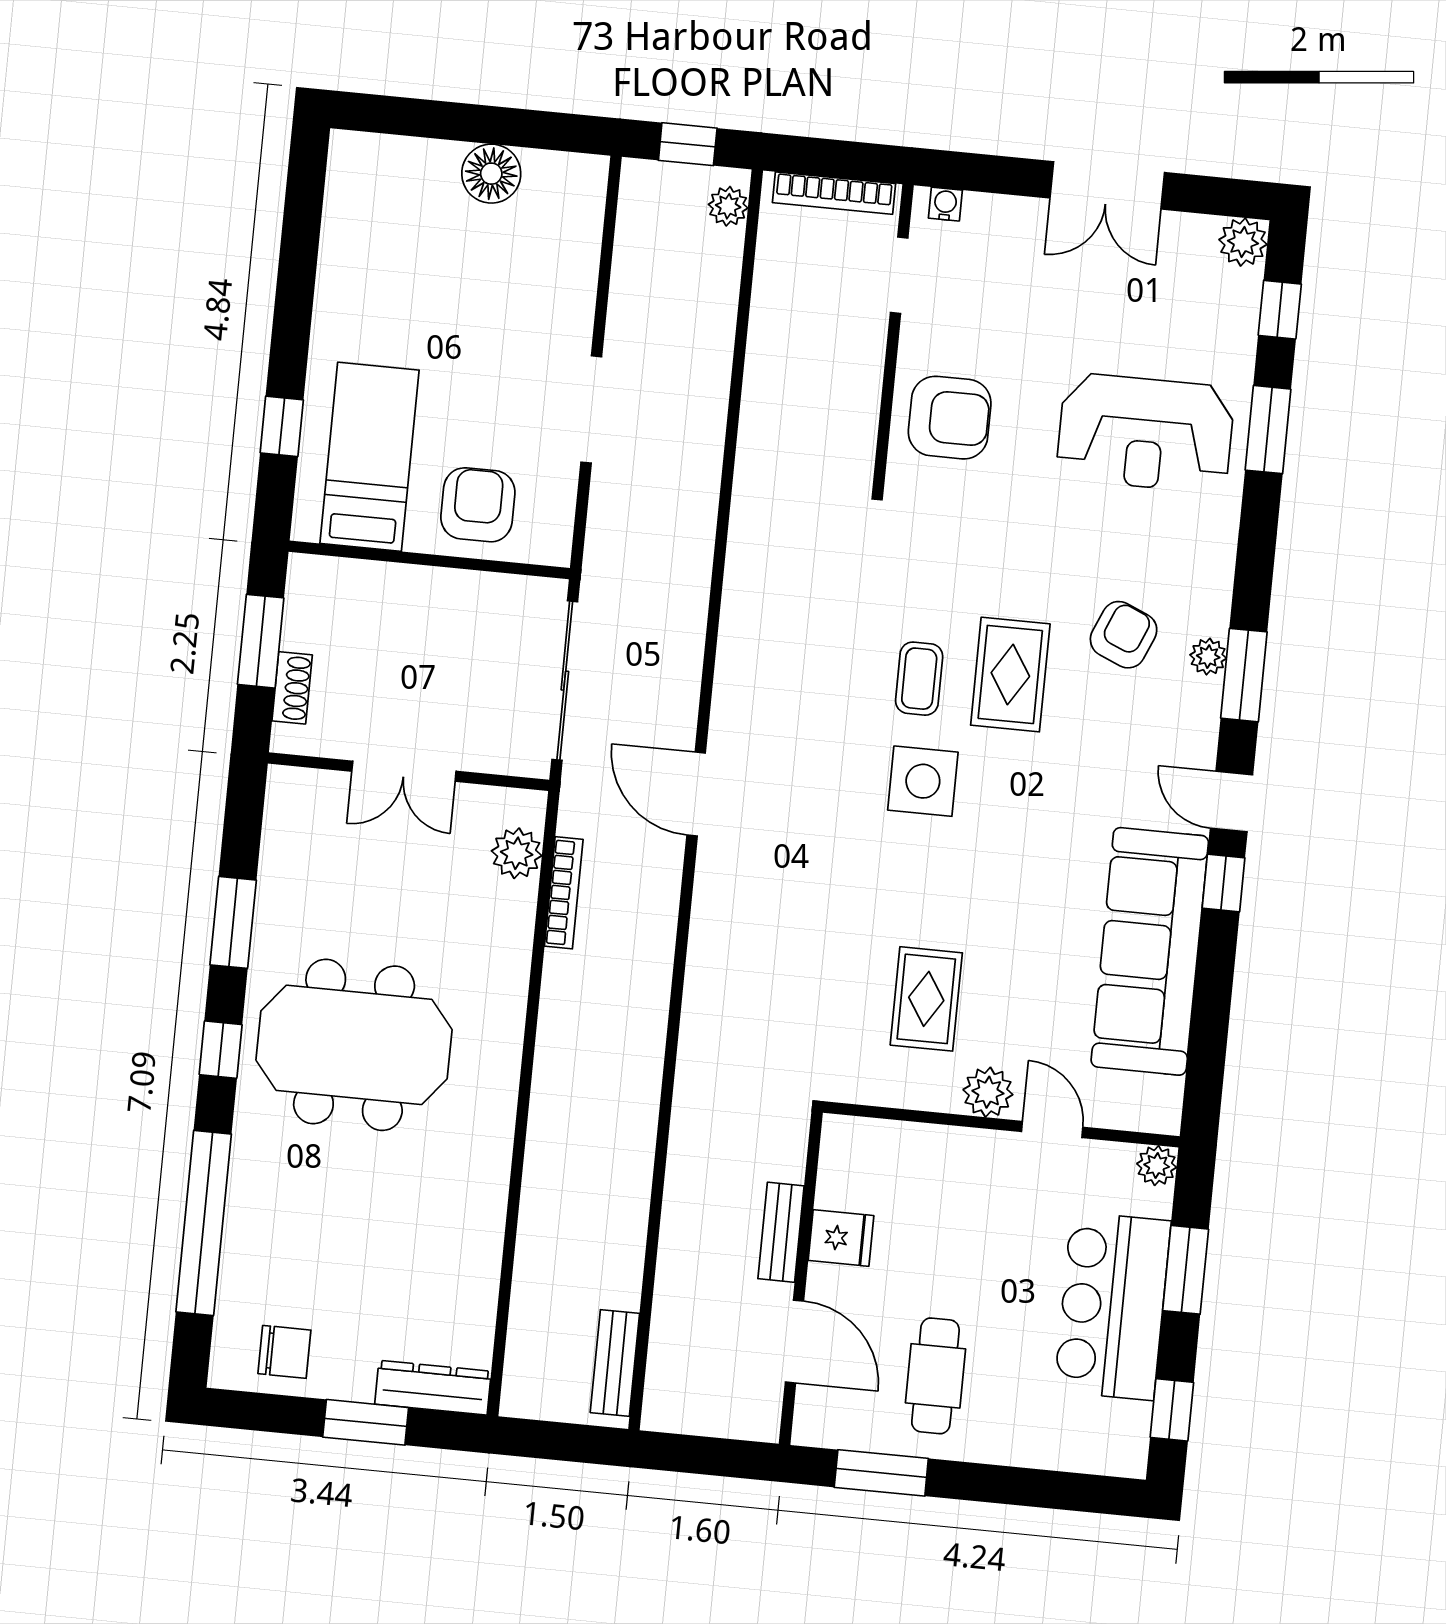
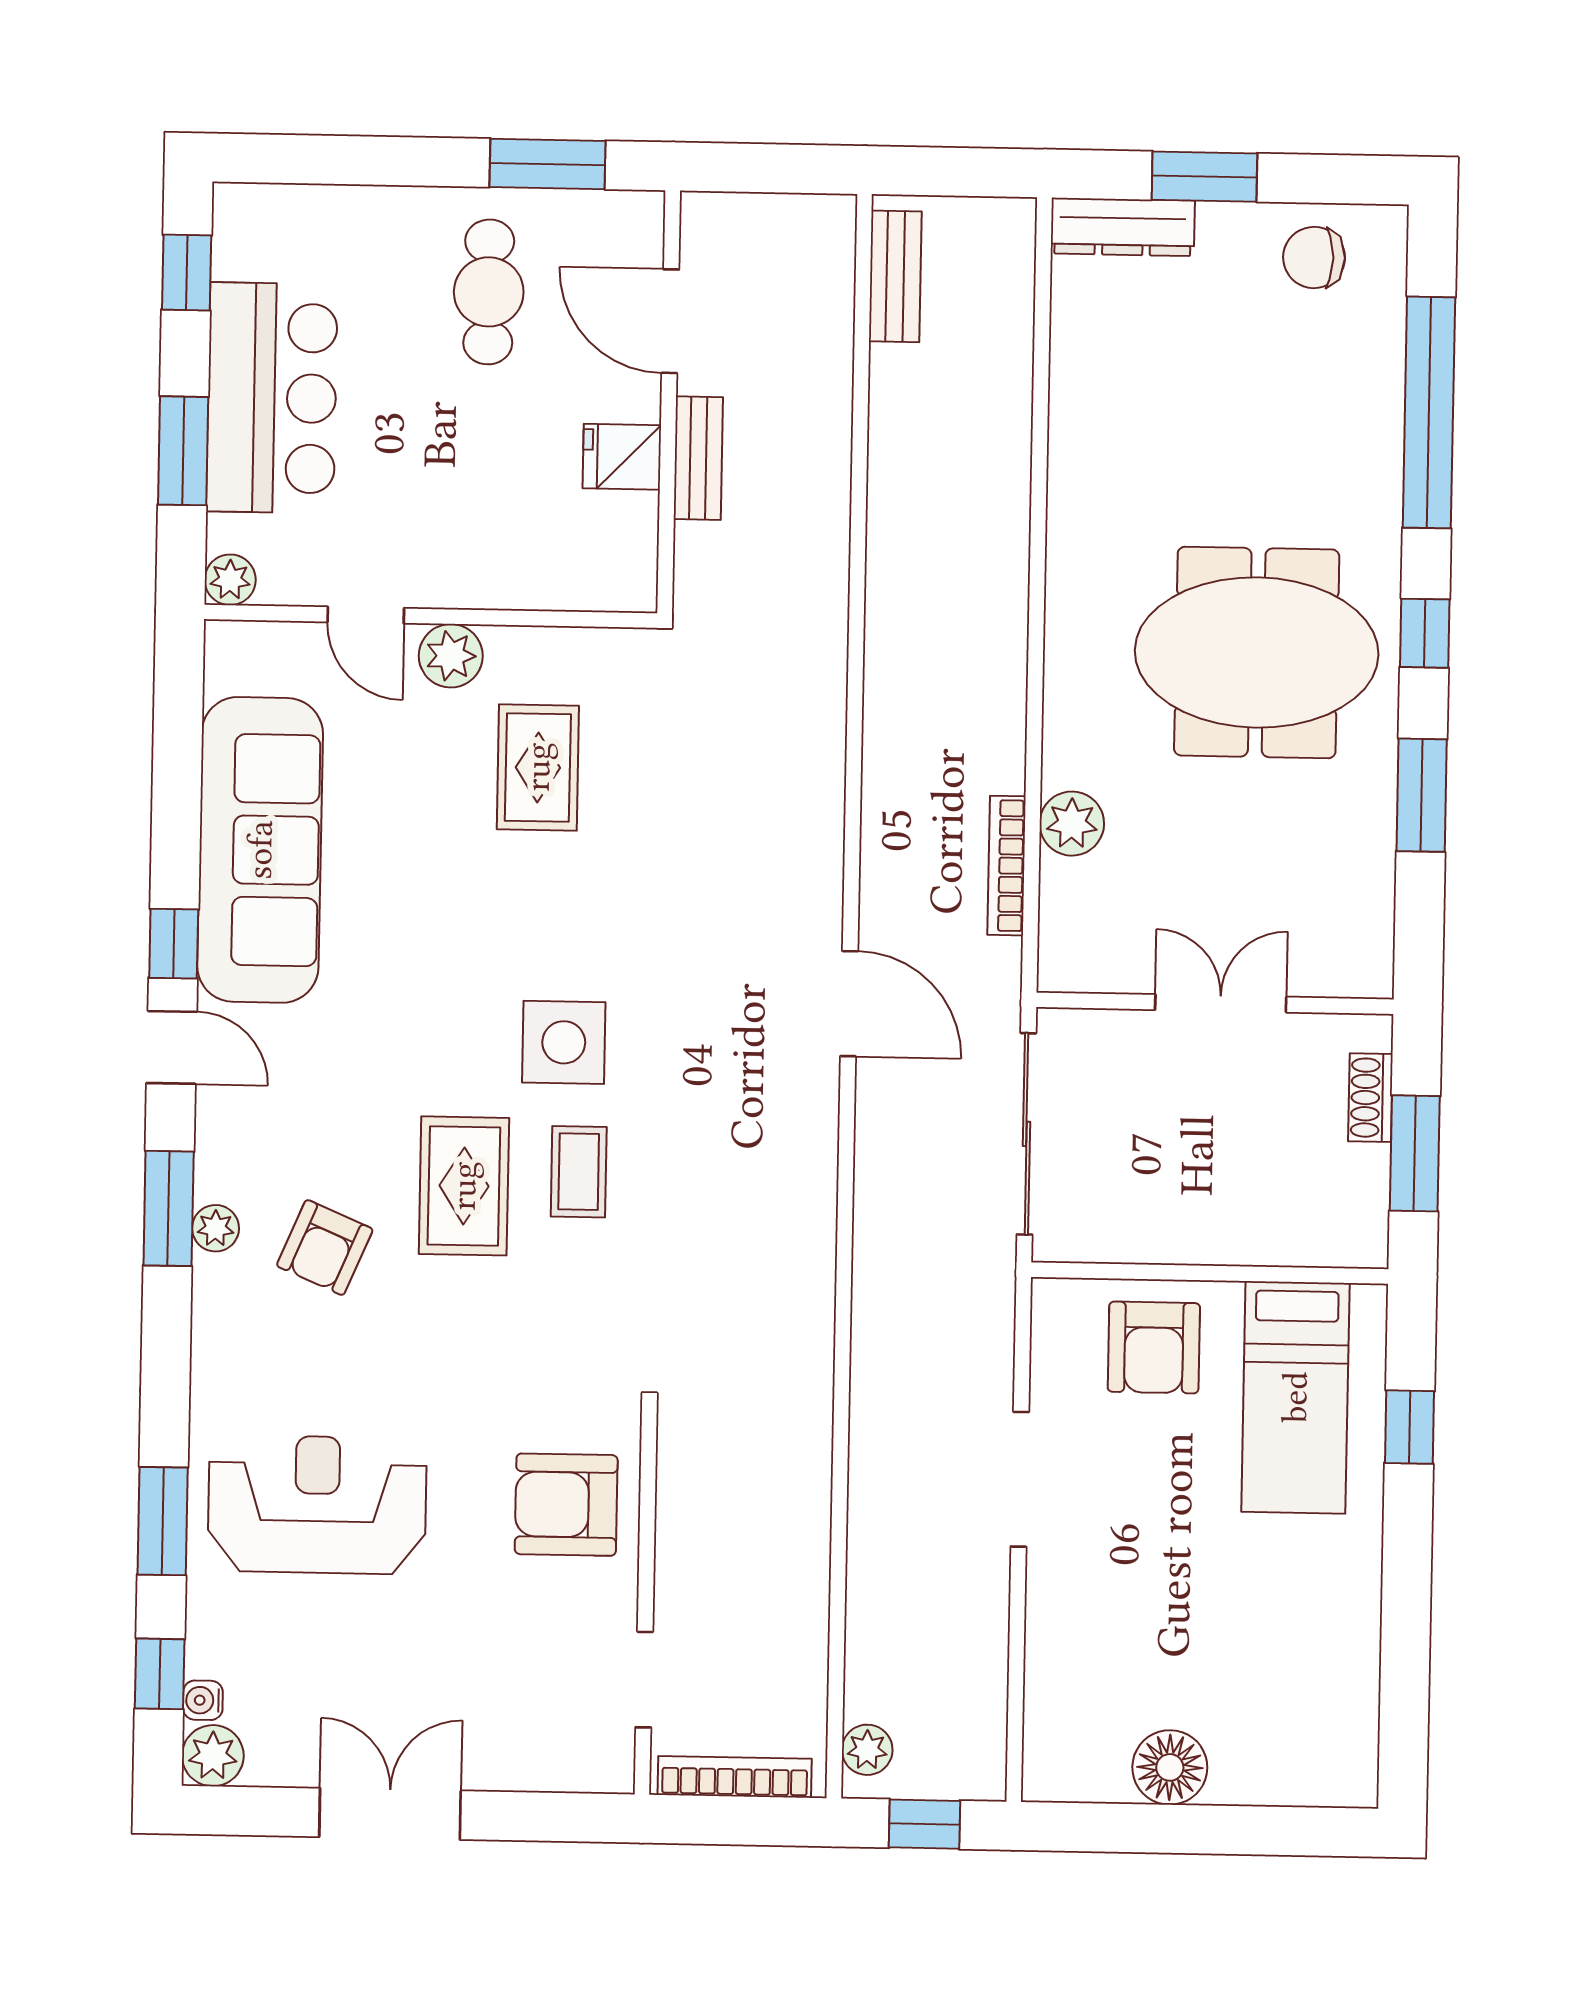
water cooler: (945, 204) -> (203, 1700), moved, turned 90
plant: (517, 853) -> (1072, 824), moved

